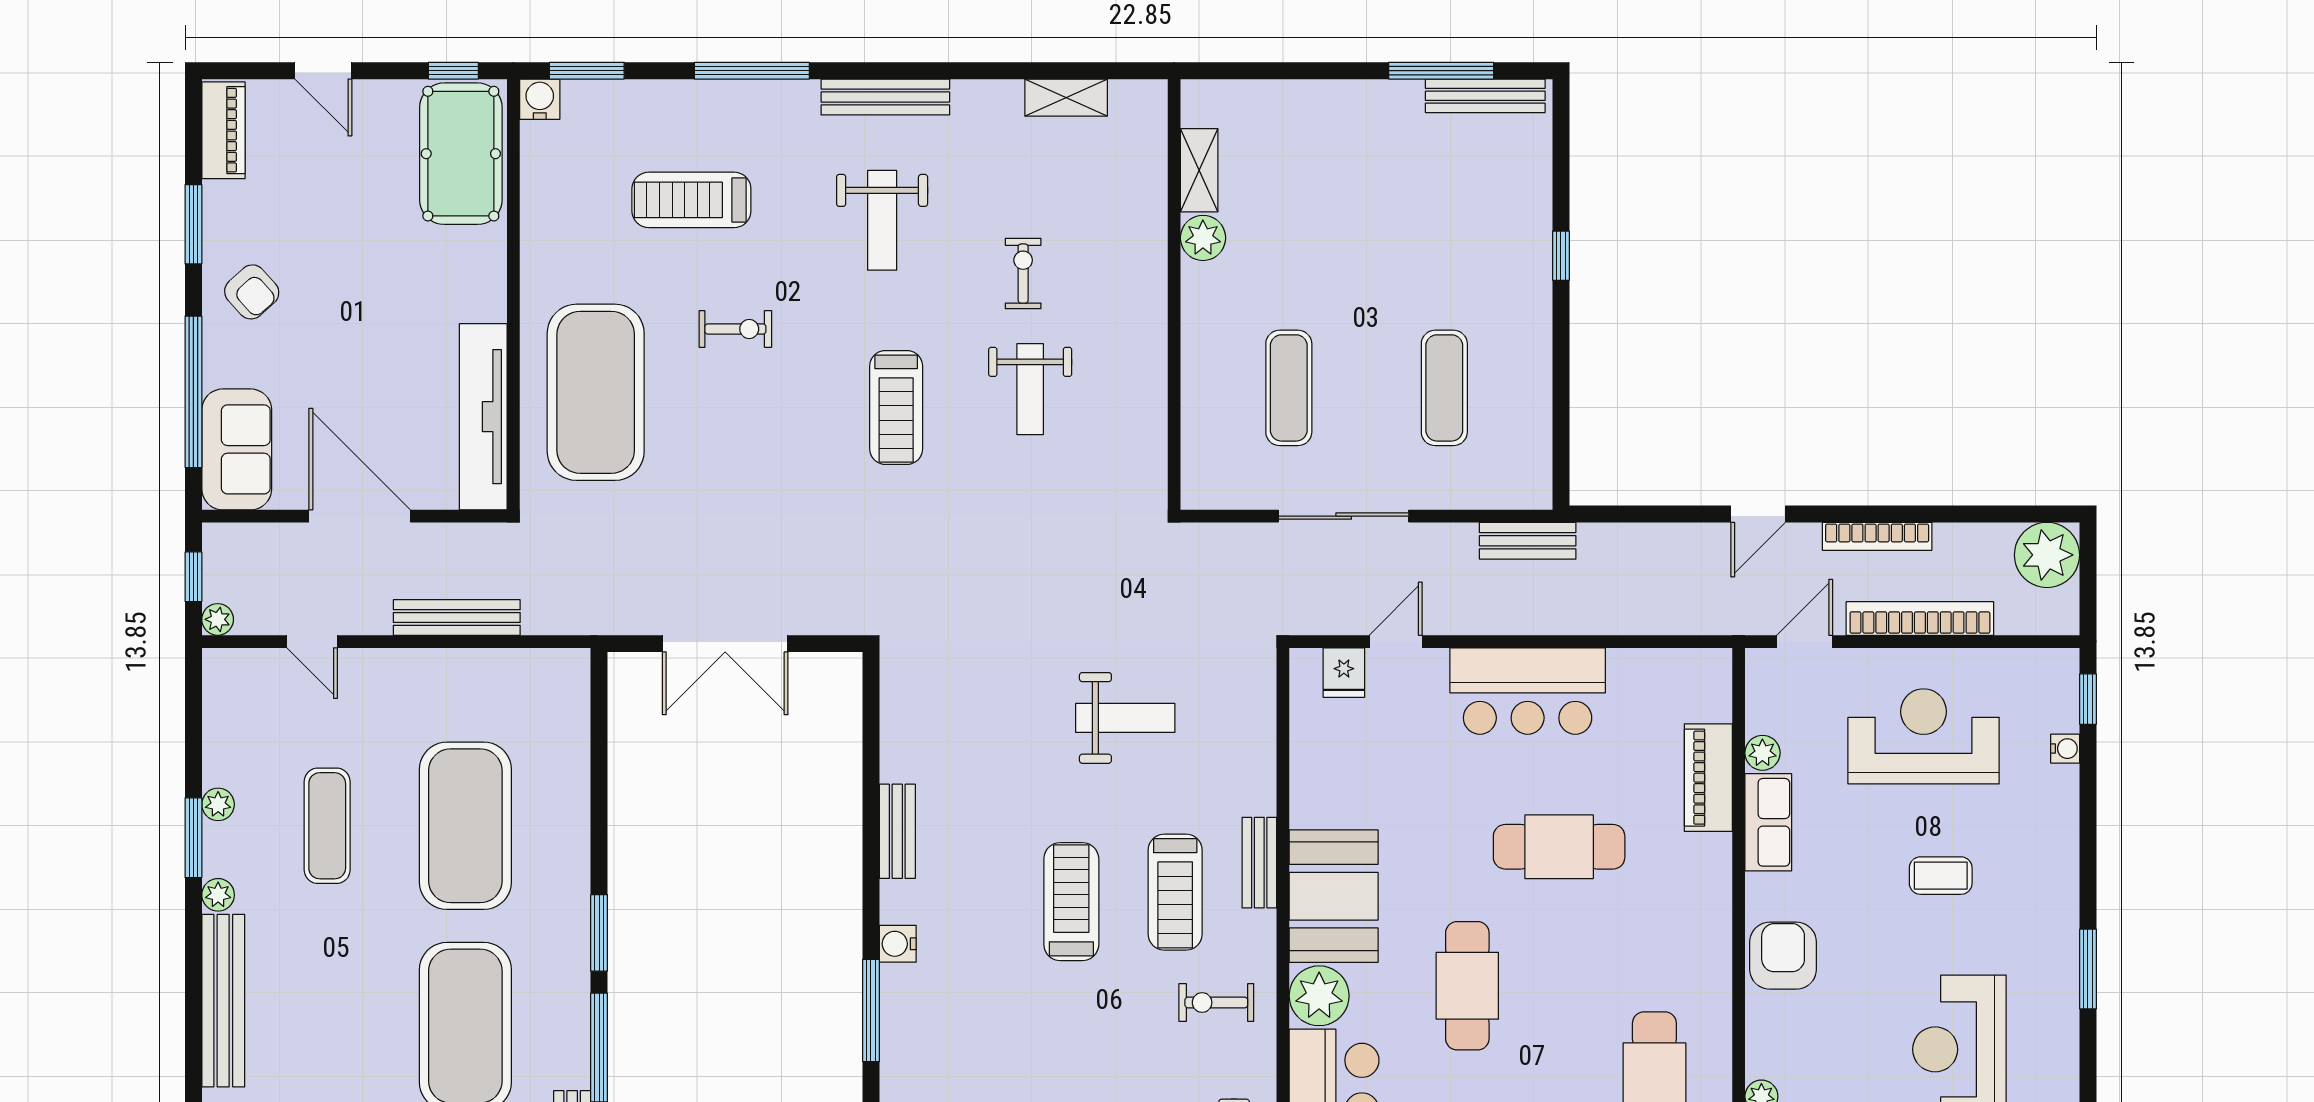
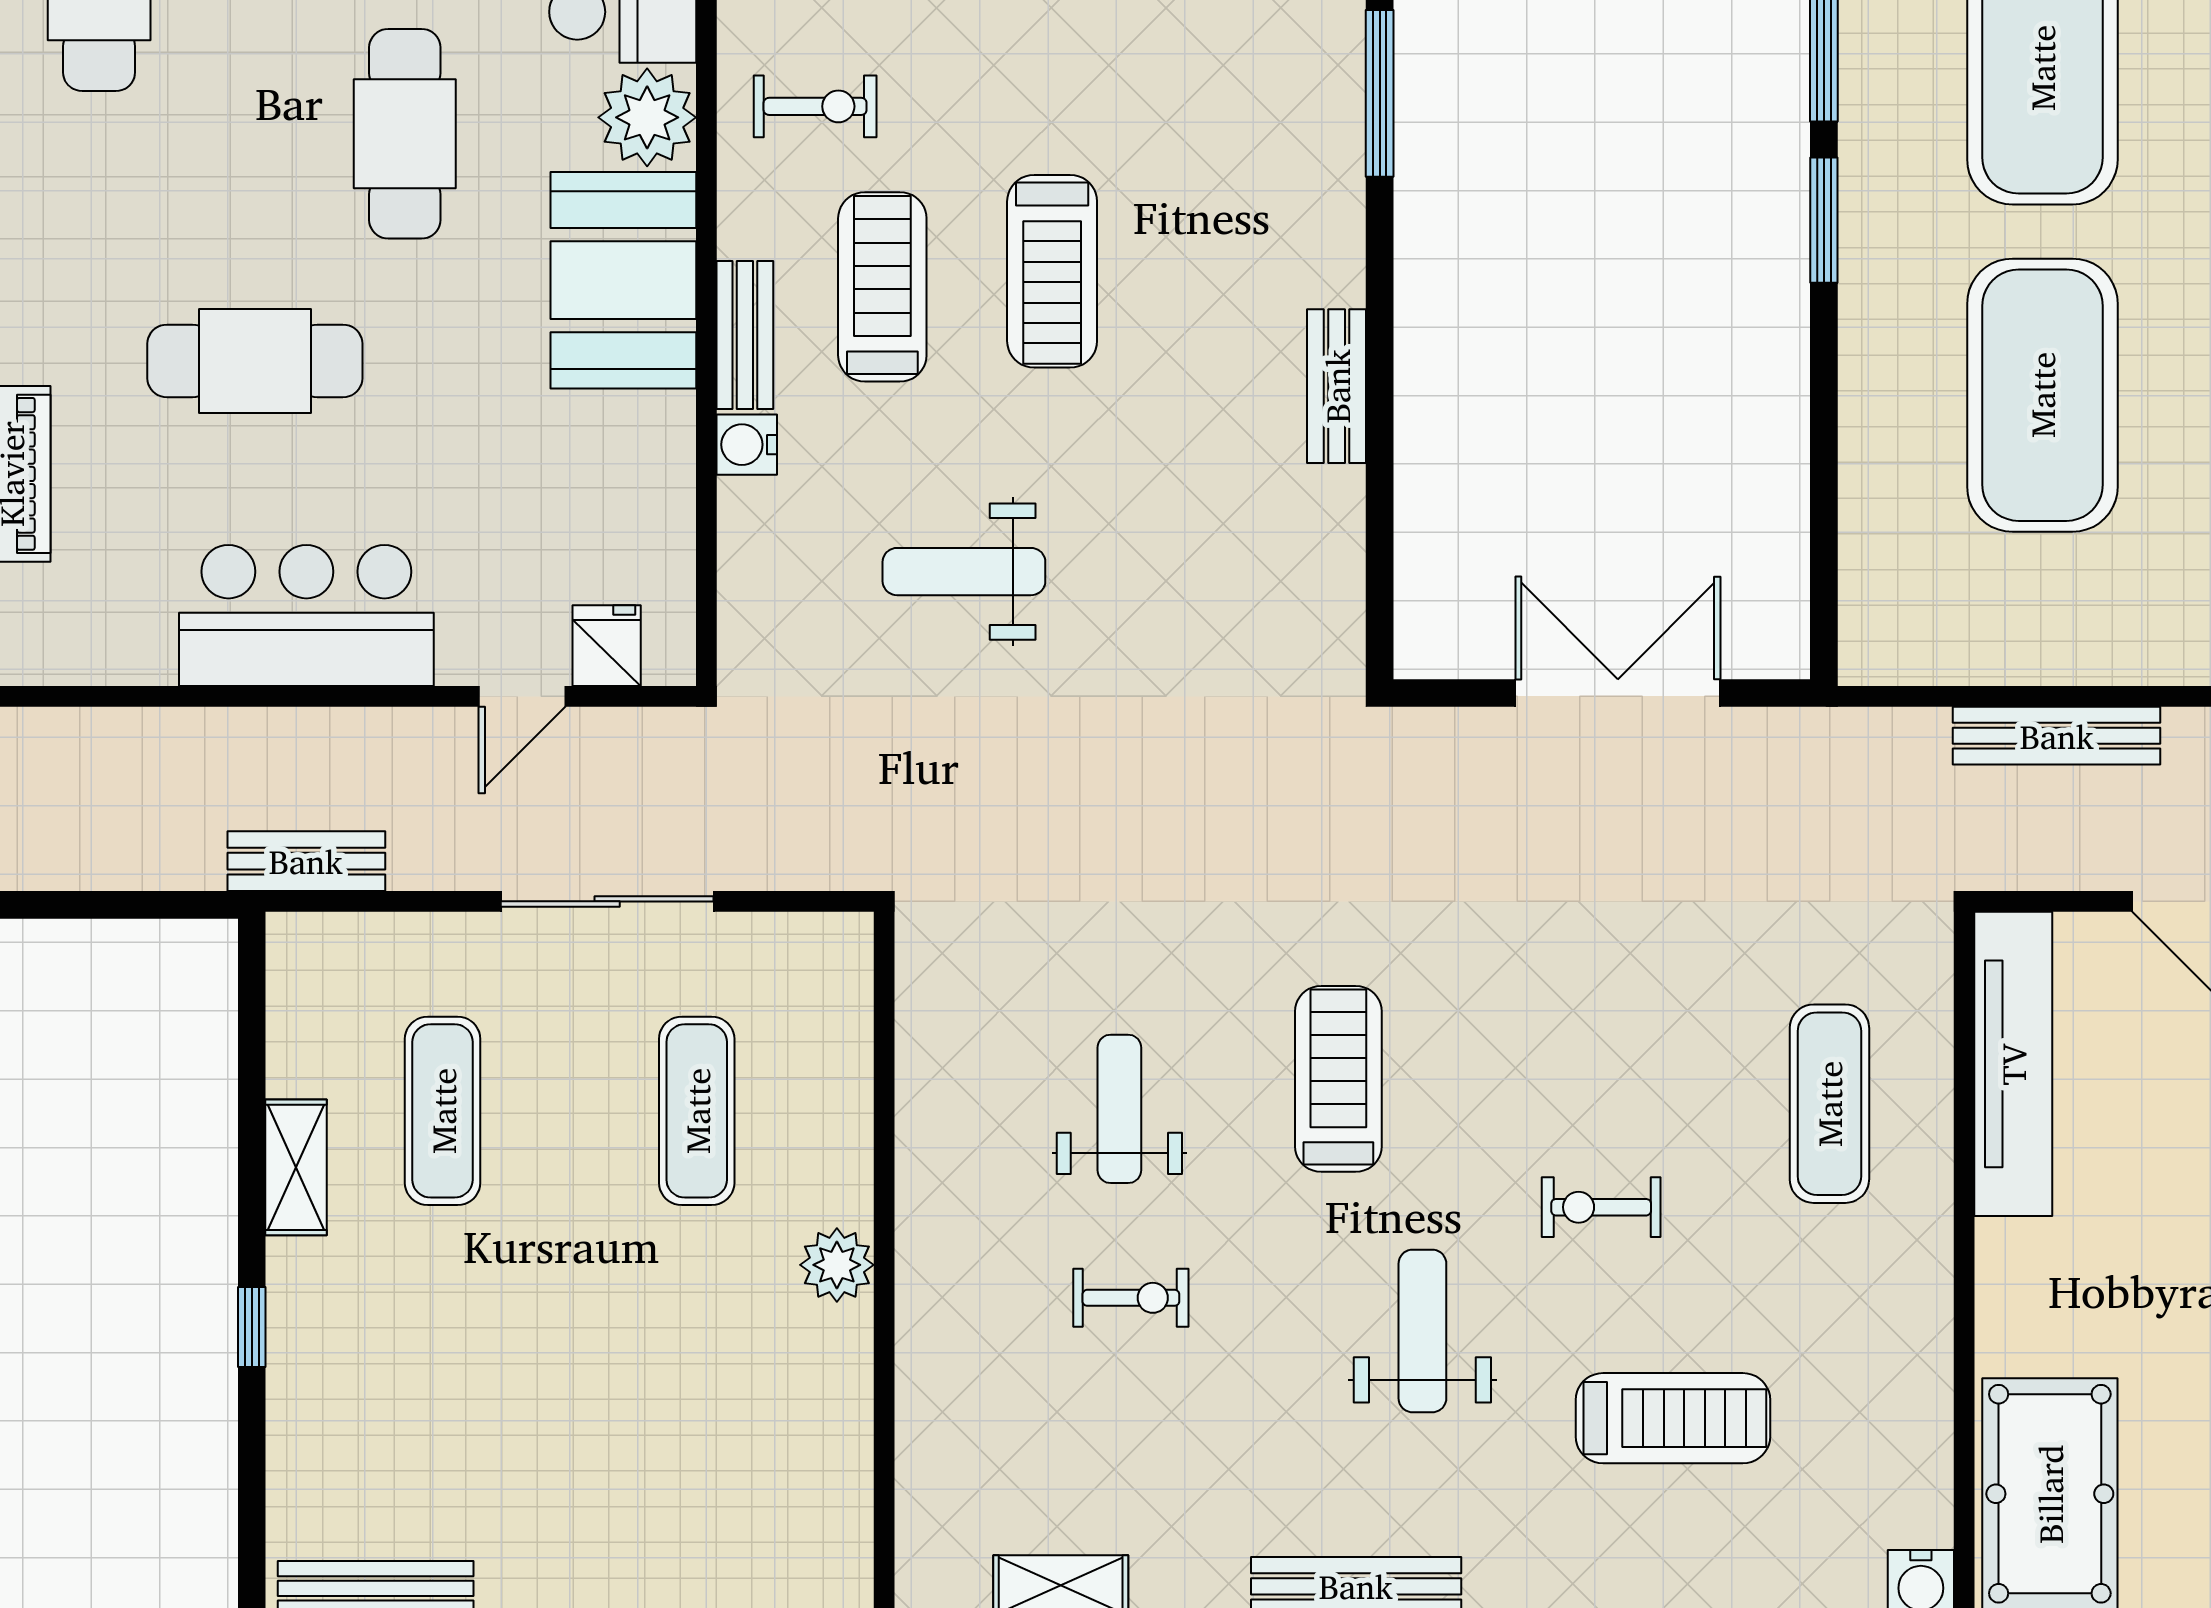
shelving: (1199, 170) -> (296, 1167), moved
weight bench: (882, 220) -> (1422, 1331), moved
plant: (1203, 238) -> (837, 1265), moved
exercise bike: (1023, 274) -> (1131, 1298), turned -90
exercise mat: (596, 392) -> (1829, 1104), width x0.50, depth x0.69
water cooler: (898, 944) -> (747, 445), moved, turned 180

